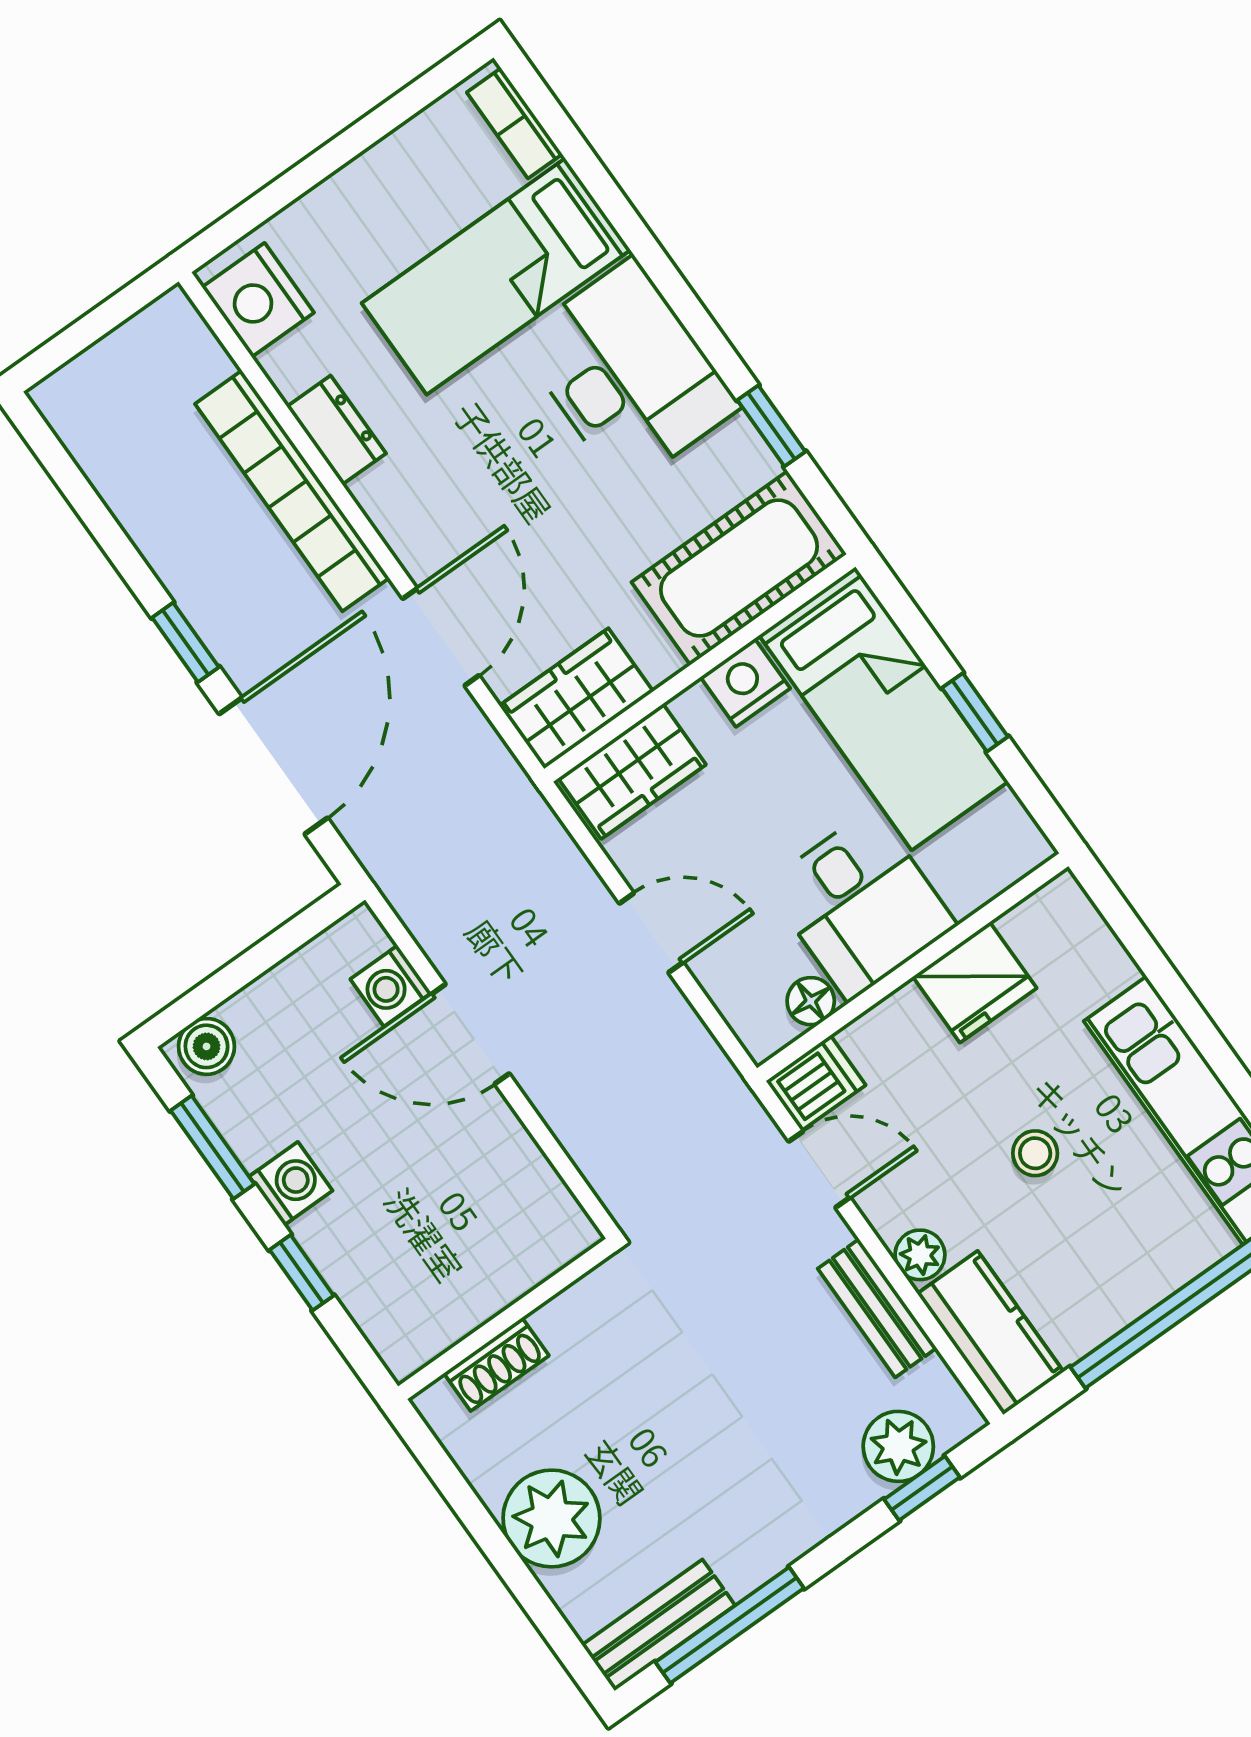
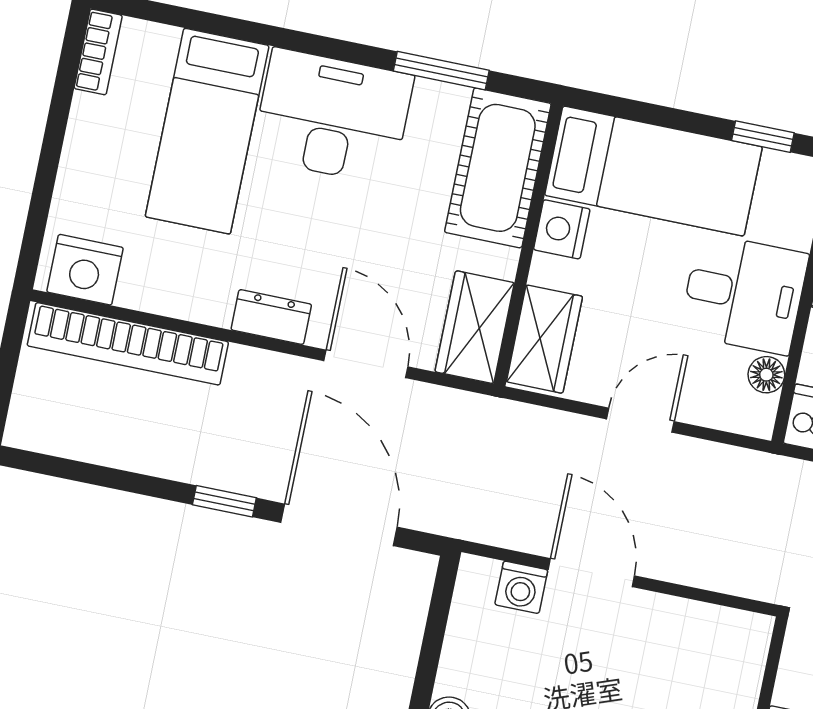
bookcase: (514, 123) -> (98, 52), moved, turned -90
window: (771, 426) -> (441, 71), width x1.50
dresser: (336, 430) -> (271, 317), moved
bookcase: (292, 491) -> (128, 344), moved
window: (975, 712) -> (763, 137), moved
door: (470, 1034) -> (591, 573), swing flipped

